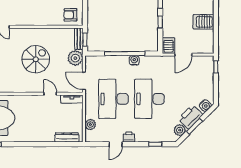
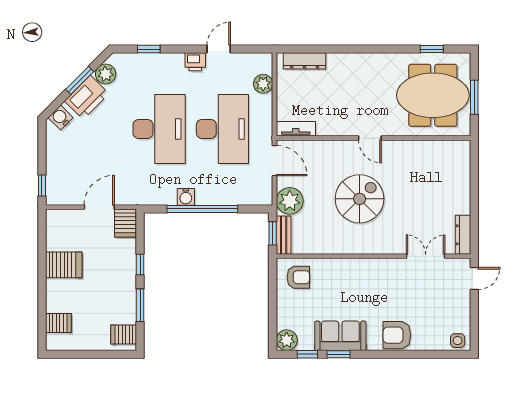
spiral stairs: (36, 59) -> (360, 199), turned 180
door: (50, 94) -> (370, 138), moved

